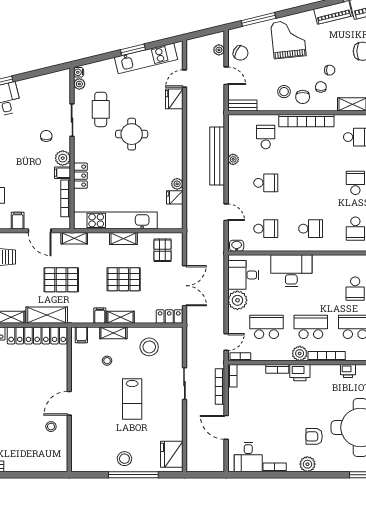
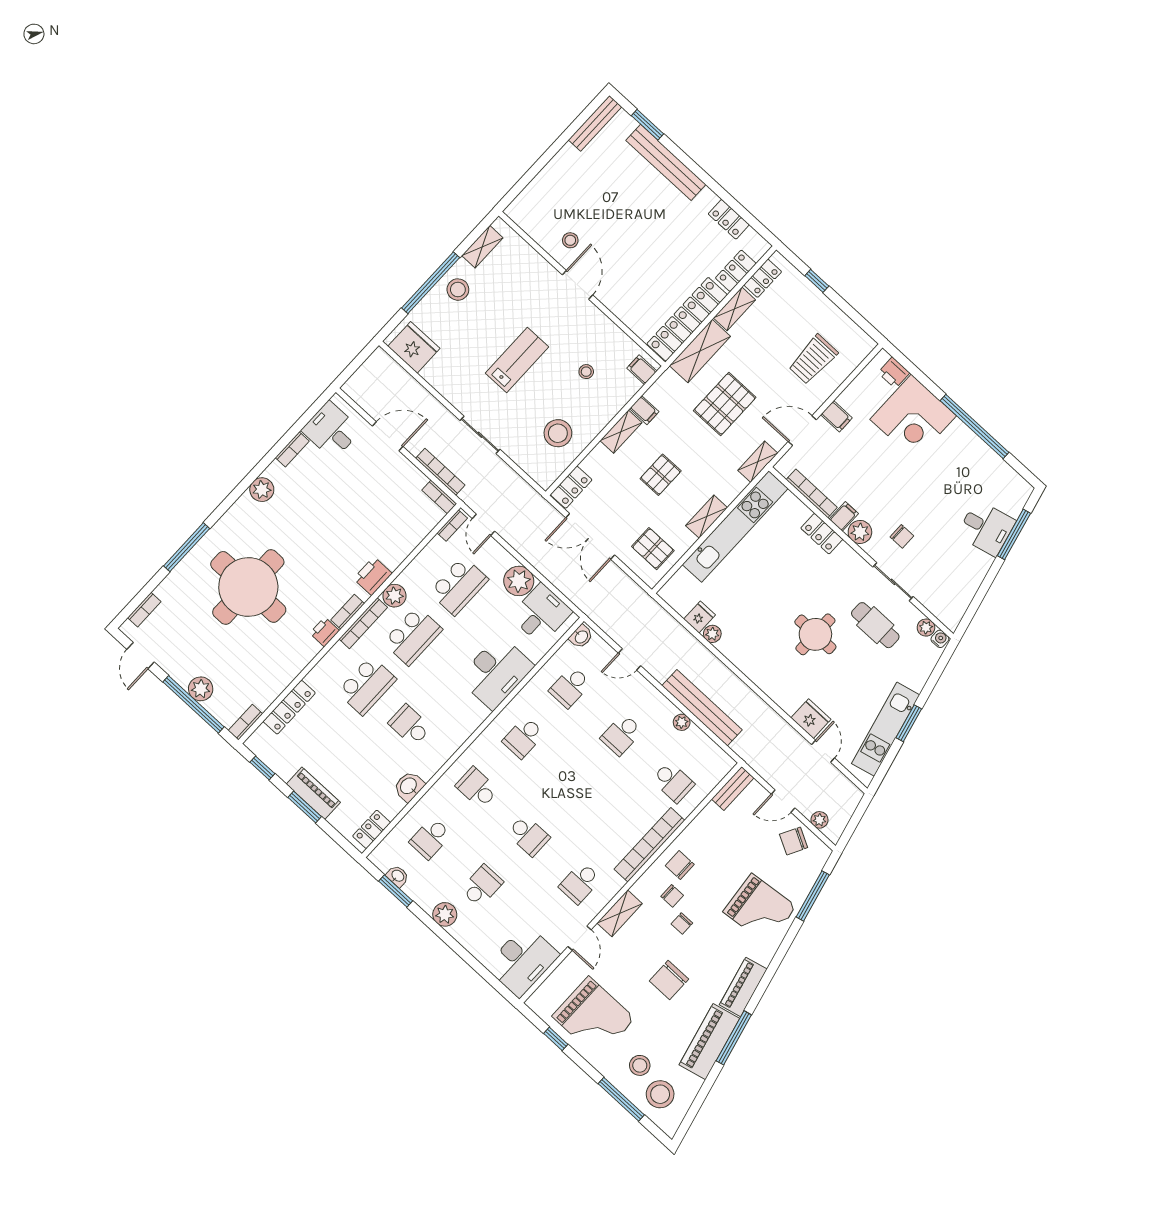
stool: (284, 92) -> (705, 850), removed
pallet: (124, 279) -> (661, 475), width x0.67, depth x0.71
shelving: (113, 333) -> (482, 247), moved
bookcase: (277, 369) -> (348, 612), moved
lab bench: (132, 399) -> (517, 360), turned 90
armchair: (314, 436) -> (286, 526), removed

